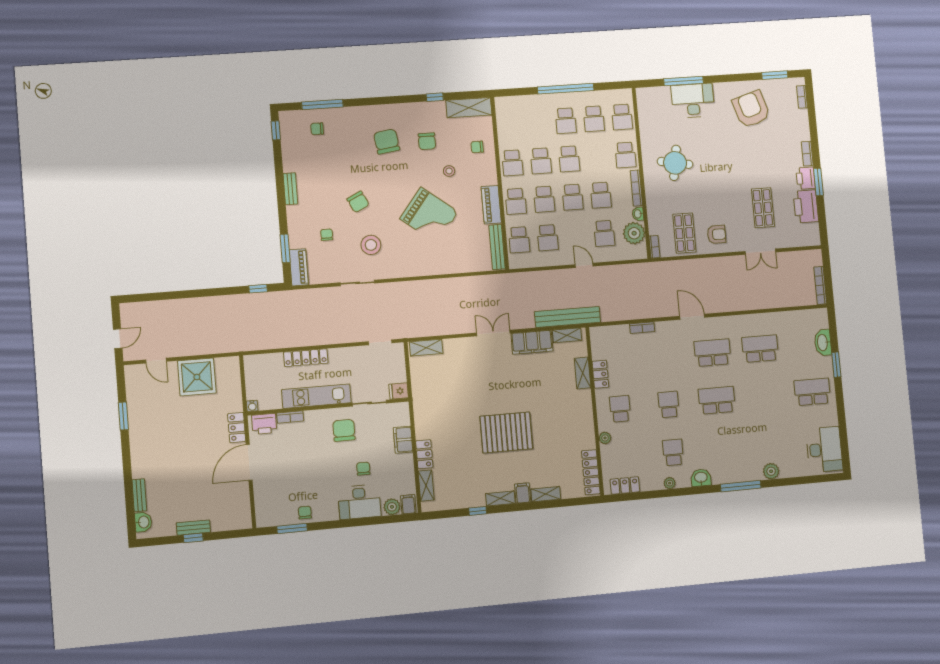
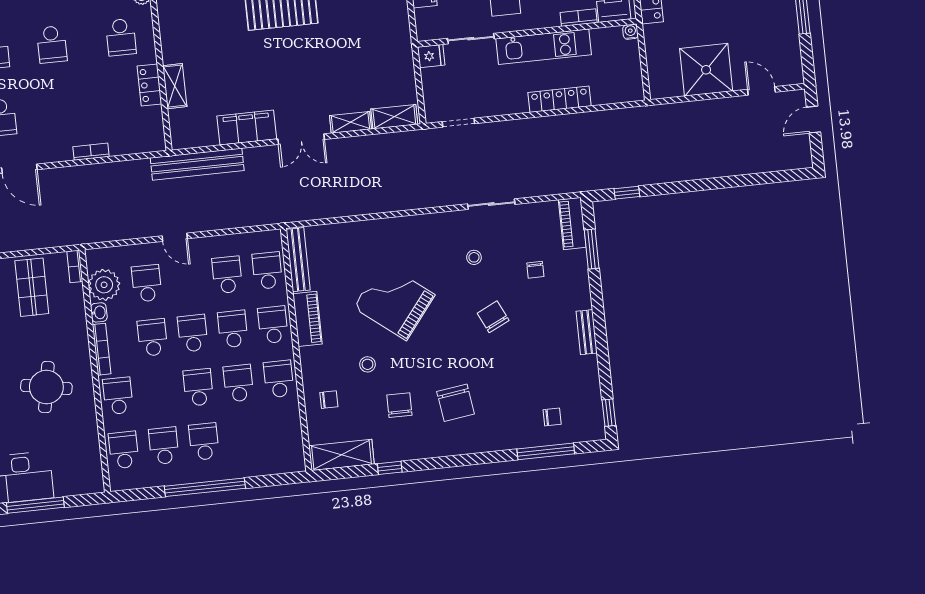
stool: (371, 245) -> (474, 257), width x0.53, depth x0.53
shelving: (567, 335) -> (350, 122), moved

